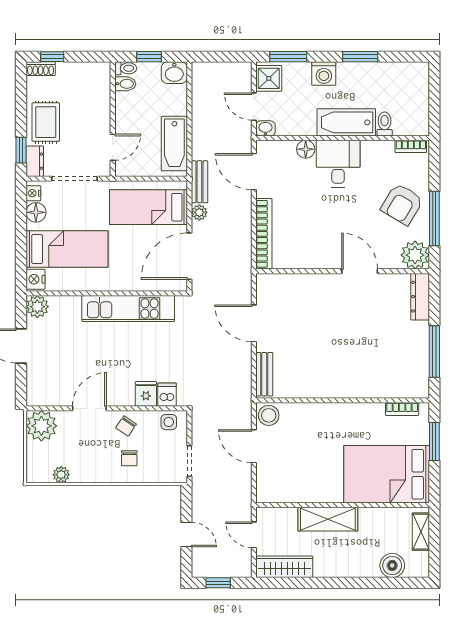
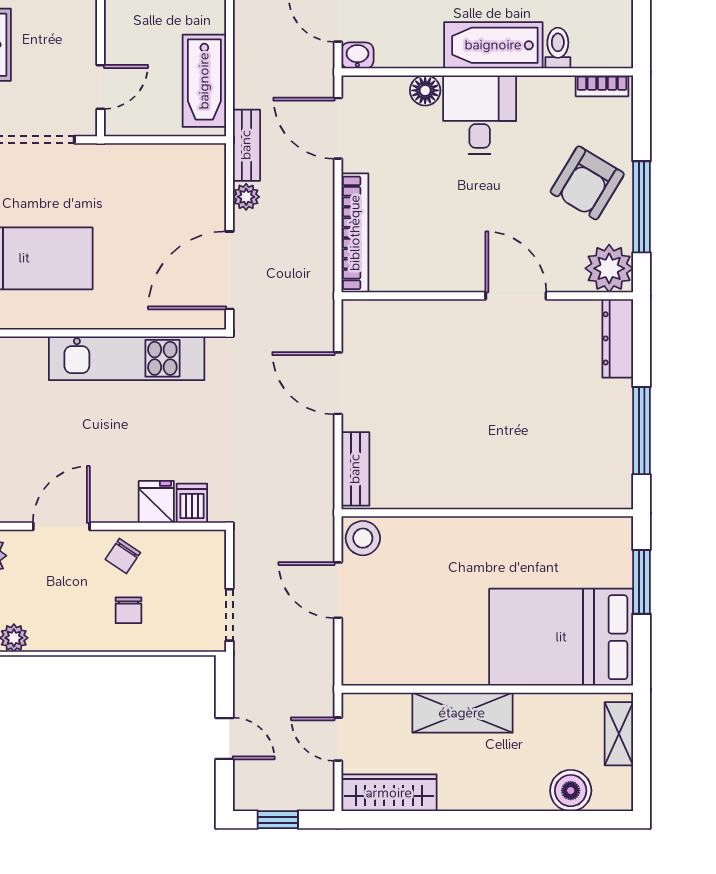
bed: (148, 207) -> (161, 188), removed
bookcase: (402, 409) -> (587, 527), removed
side table: (169, 422) -> (195, 549), removed

